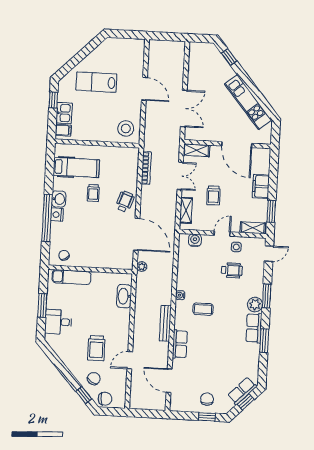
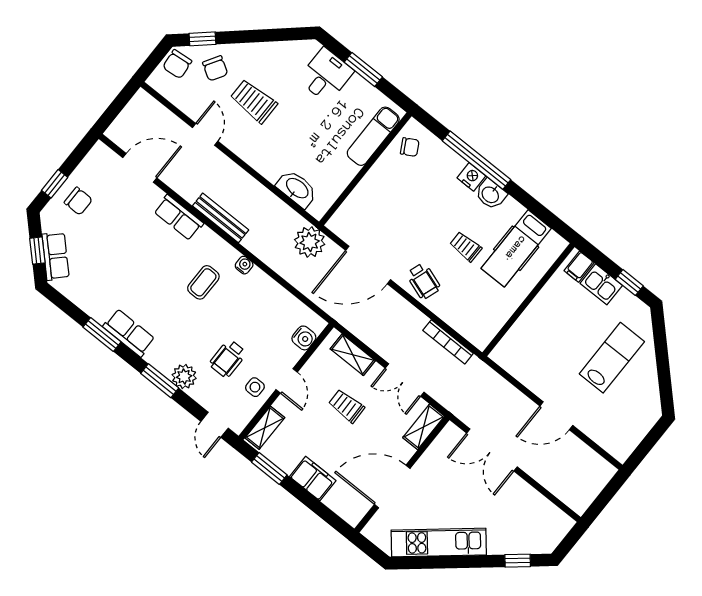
stool: (126, 128) -> (521, 353), removed
plant: (142, 267) -> (310, 242), width x1.87, depth x1.87
plant: (255, 305) -> (184, 377), moved

